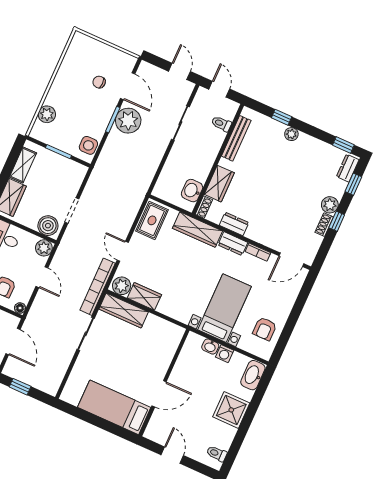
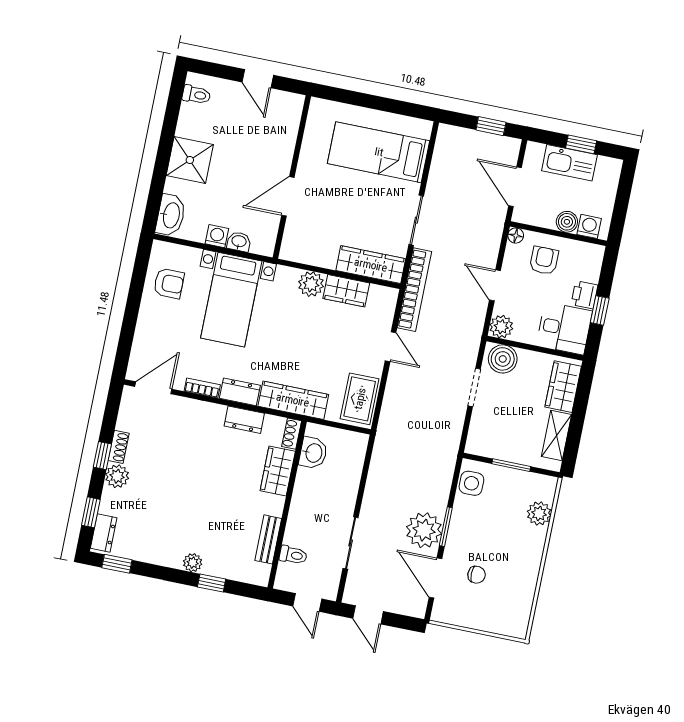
bench: (236, 138) -> (268, 539), width x0.73
plant: (122, 286) -> (311, 284), moved
armchair: (265, 329) -> (169, 283), turned 90
door: (159, 394) -> (288, 196), moved
bed: (114, 407) -> (379, 152), moved, turned 180

